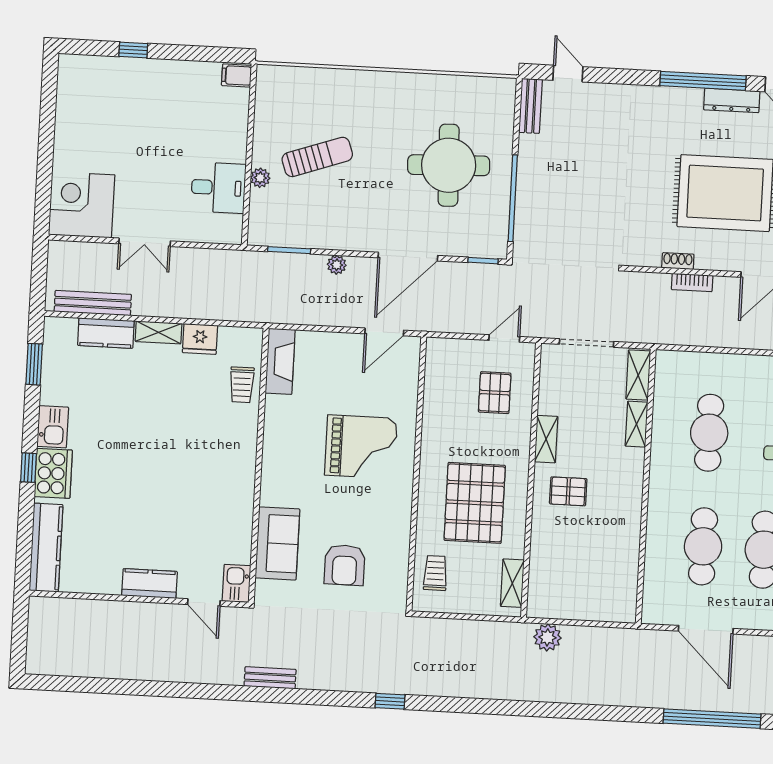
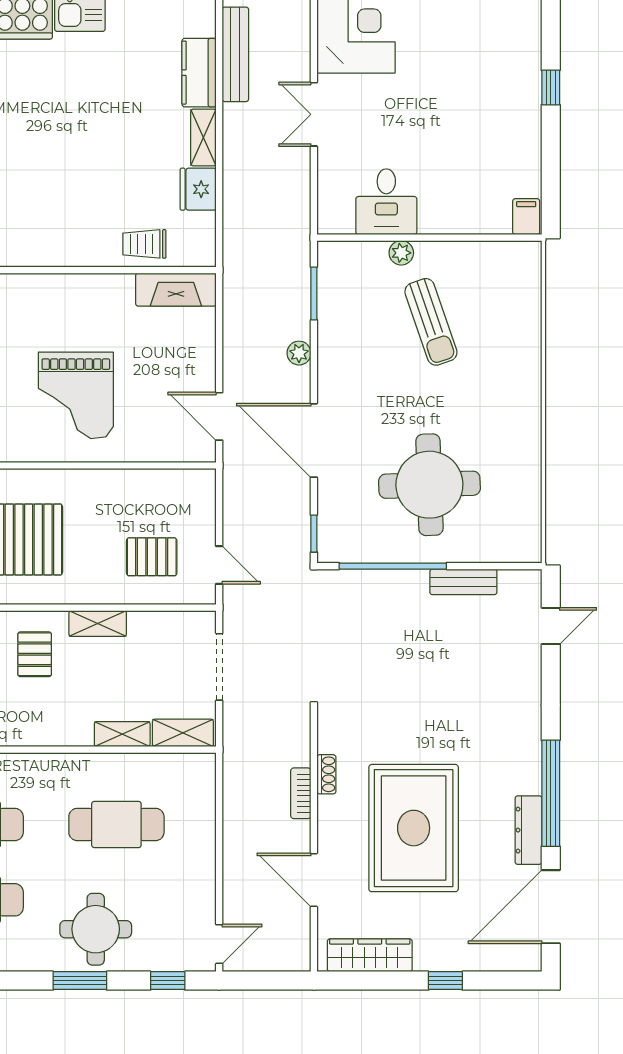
bench: (531, 106) -> (463, 582), moved

